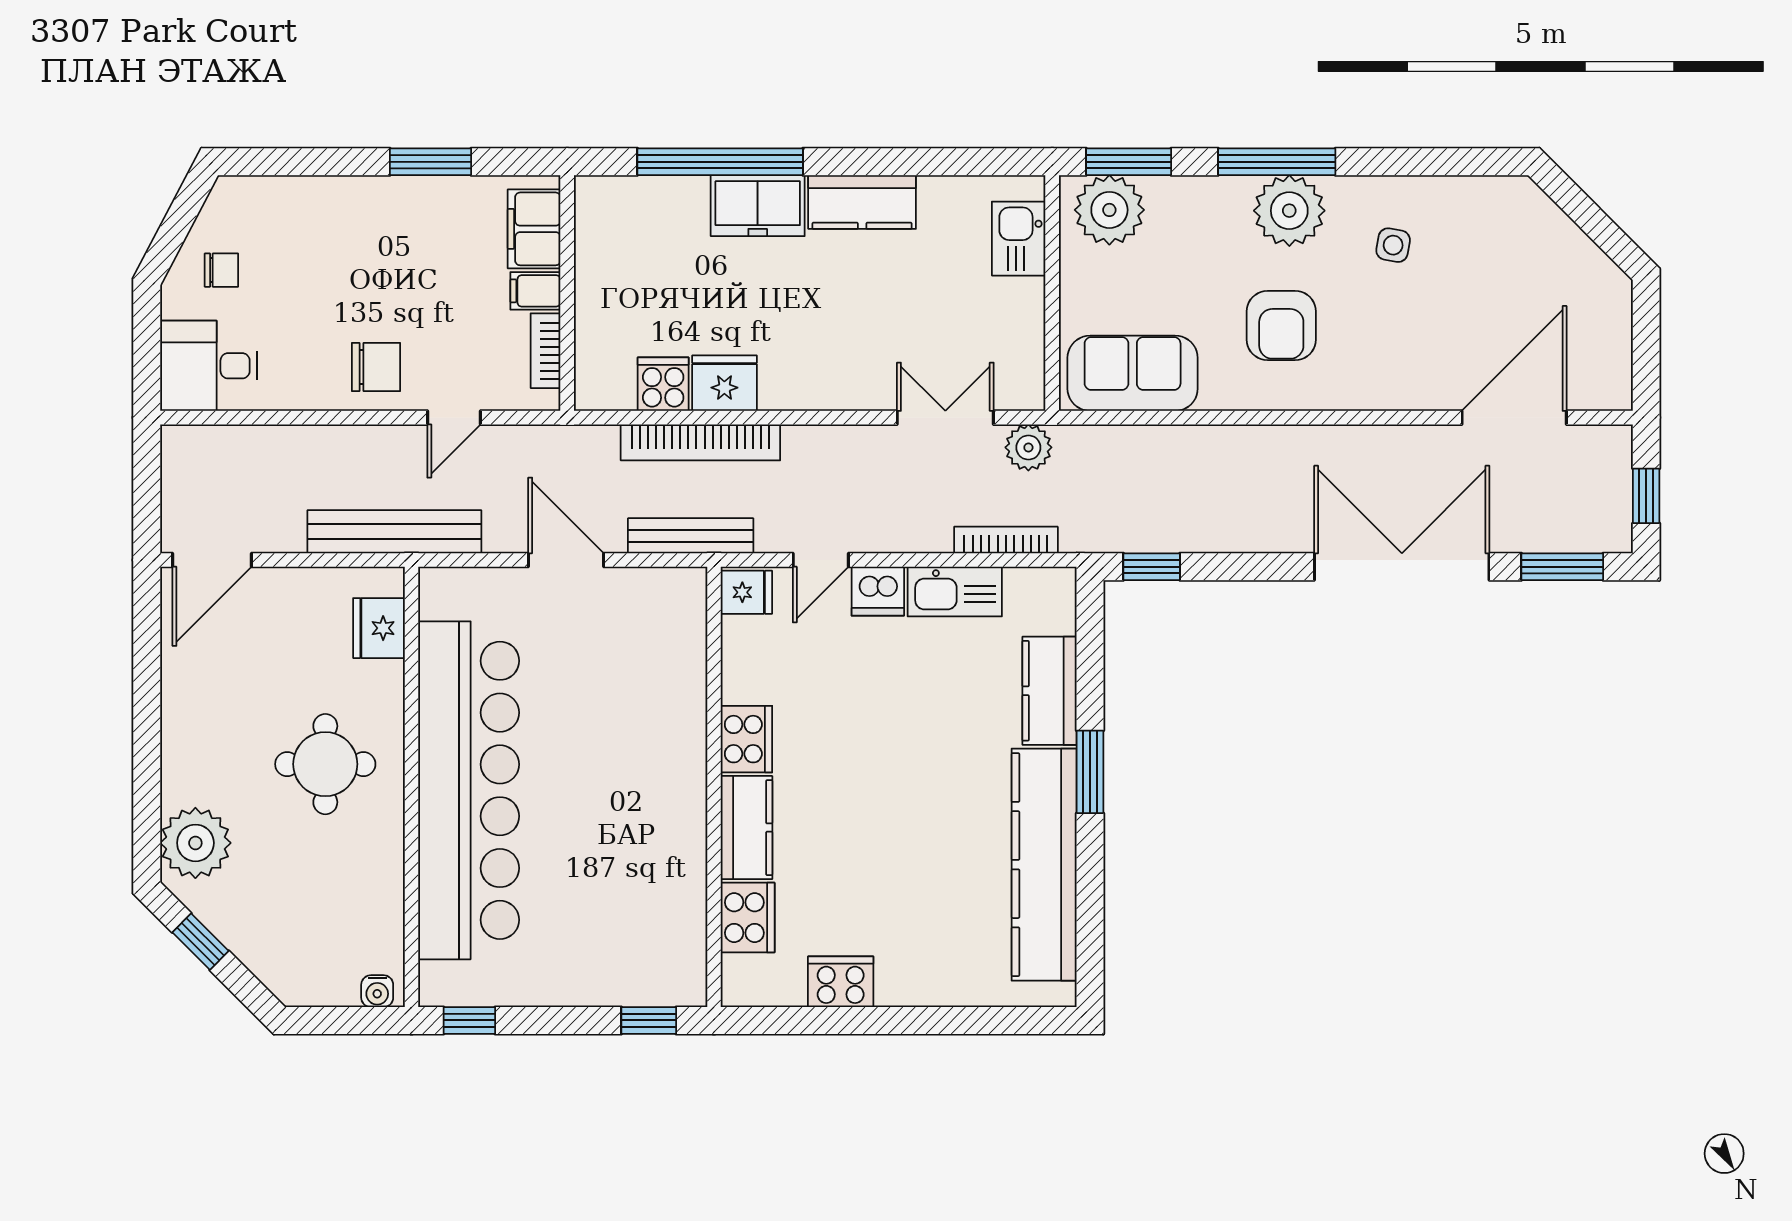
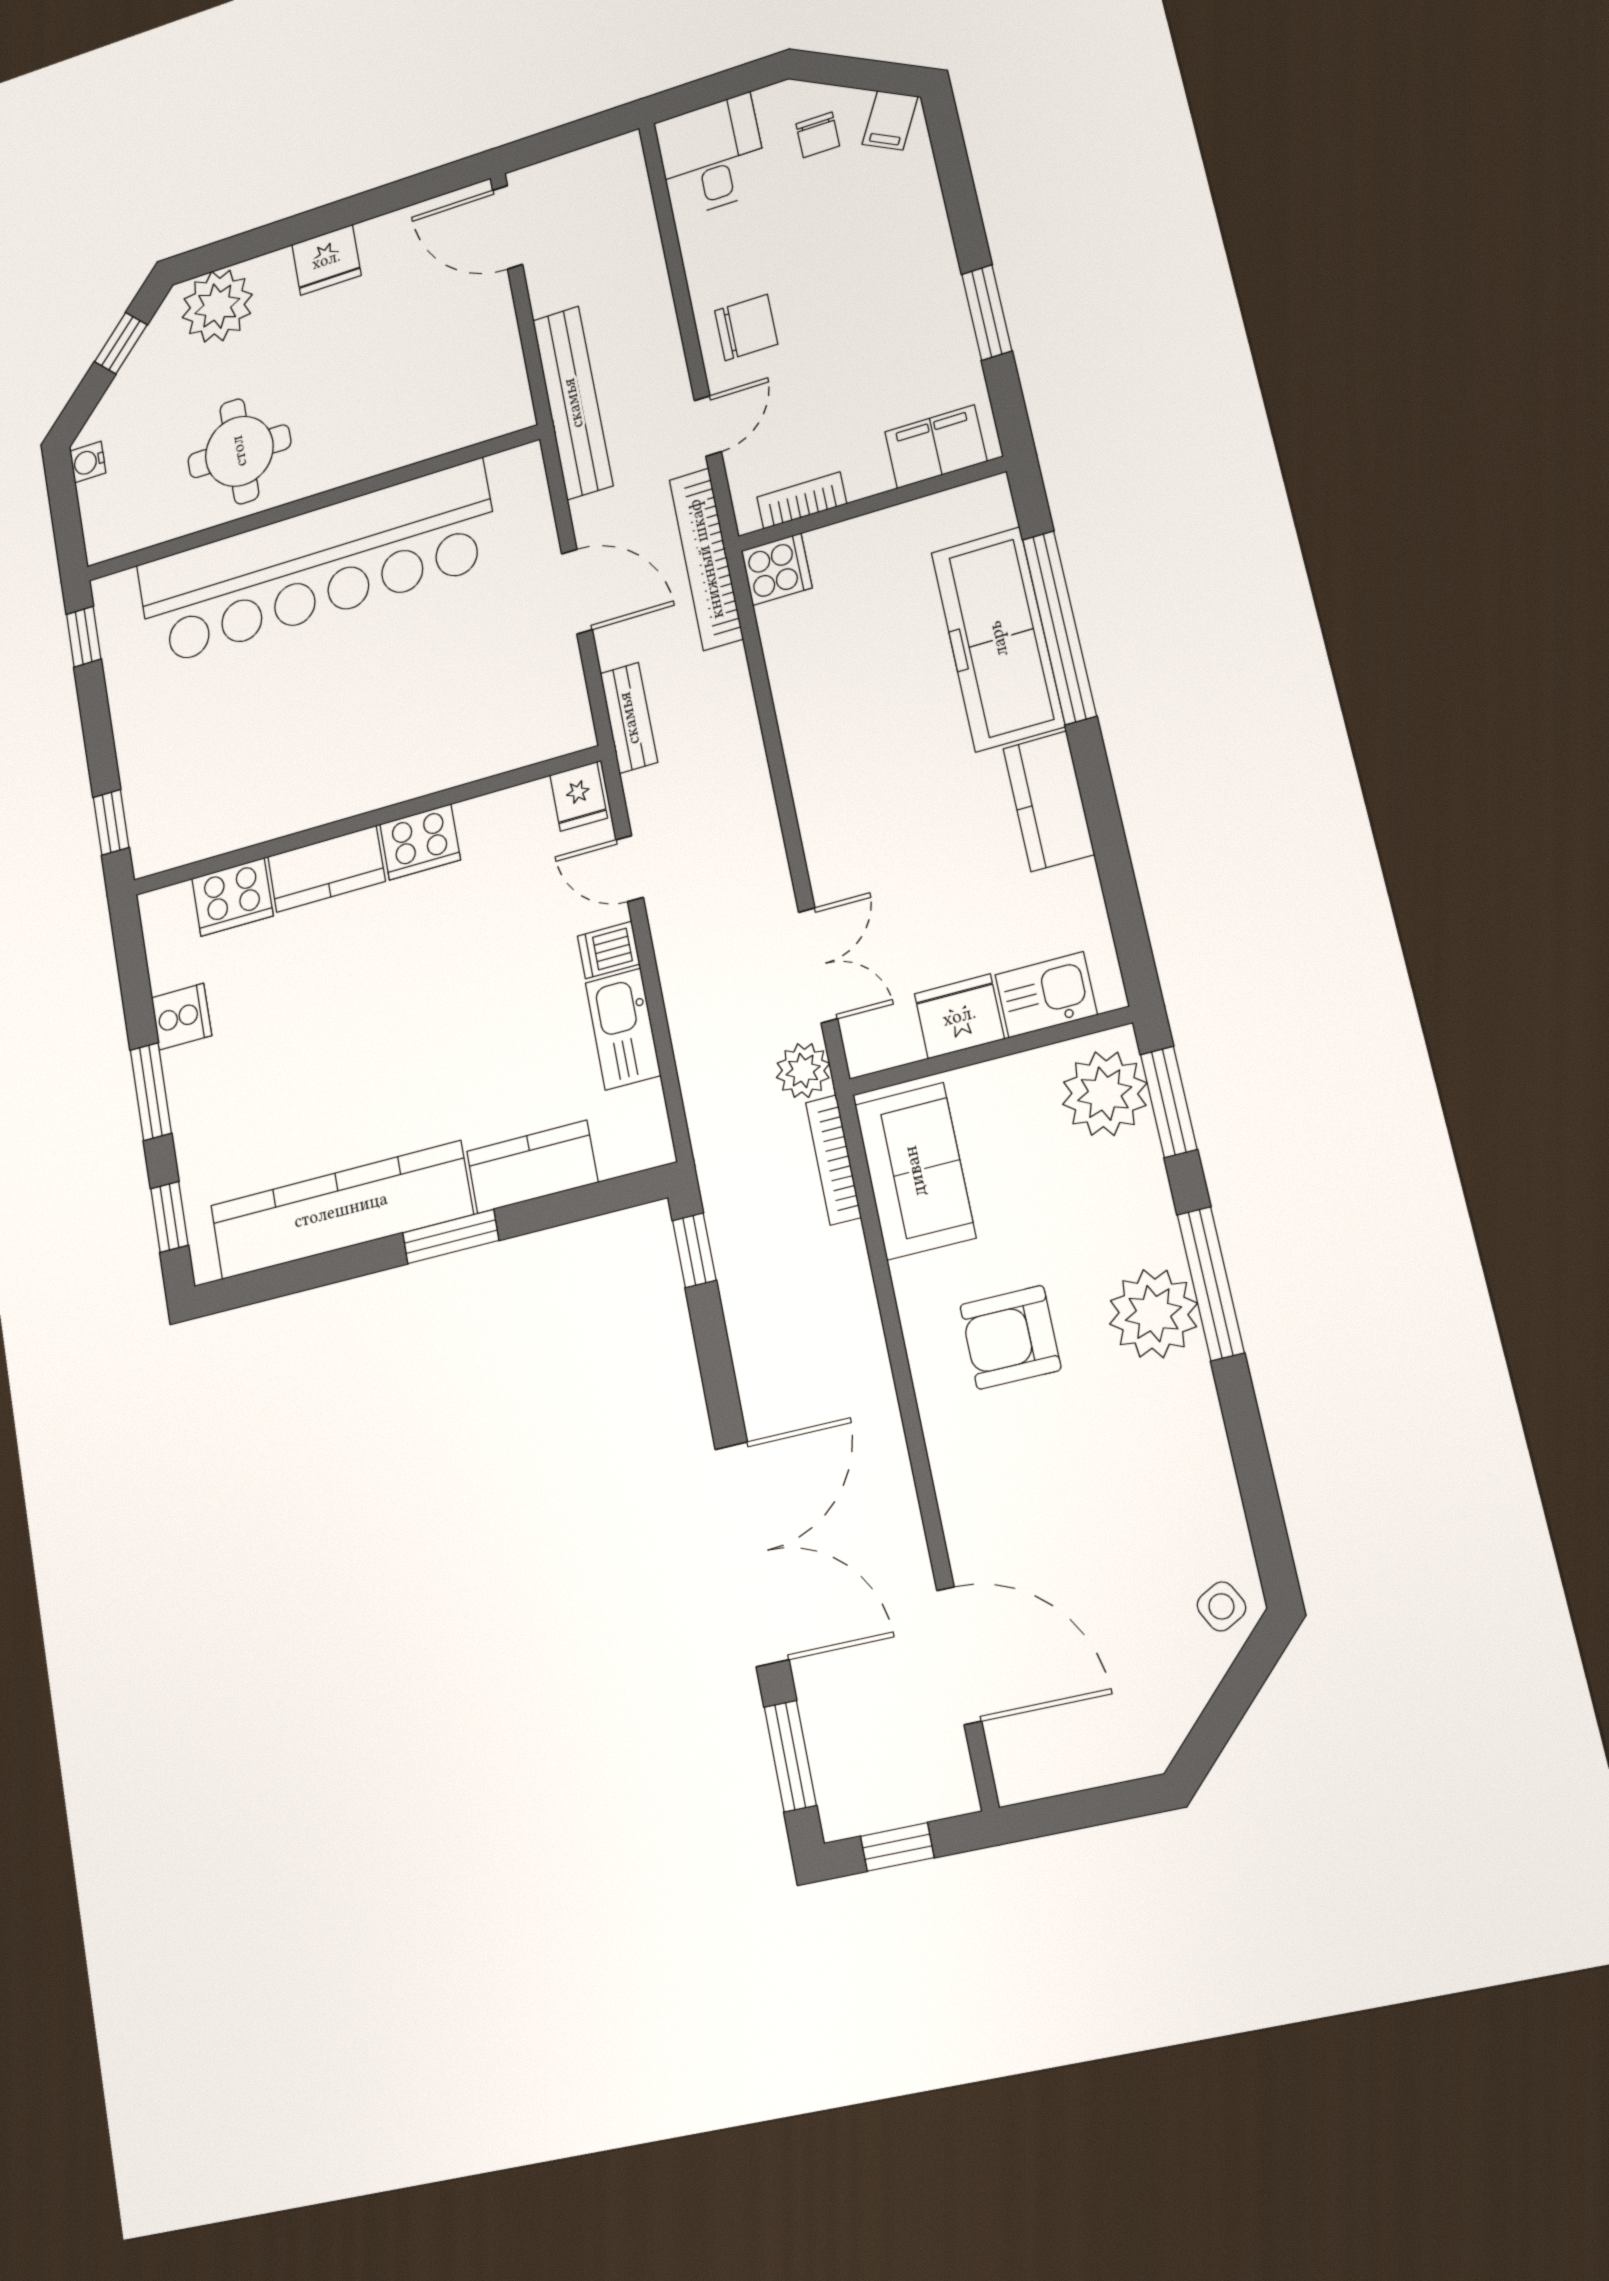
freezer: (758, 206) -> (998, 639), width x1.91, depth x1.26
side table: (1393, 245) -> (1221, 1606), moved, turned -38
filing cabinet: (535, 291) -> (890, 120), moved, turned -152
chair: (376, 367) -> (746, 327), turned -90
fridge: (724, 383) -> (959, 1016), moved, turned -90
cooker: (663, 384) -> (777, 569), moved
door: (454, 418) -> (708, 426), swing flipped
bookcase: (700, 442) -> (706, 559), moved
bench: (691, 536) -> (629, 718), width x0.73
bookcase: (1006, 540) -> (833, 1160), moved, turned 180
door: (566, 560) -> (577, 592), hinge flipped
dishwasher: (878, 591) -> (609, 950), width x0.73
fridge: (379, 628) -> (326, 260), moved, turned 180
round table: (325, 764) -> (239, 451), moved
cooker: (841, 982) -> (181, 1017), width x0.73
water cooler: (377, 991) -> (88, 462), moved
window: (899, 1020) -> (151, 1092), added
window: (1012, 1020) -> (169, 1217), added

